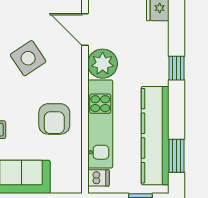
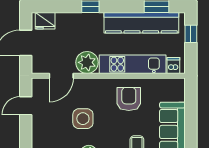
side table: (28, 58) -> (83, 119), turned 34
armchair: (54, 119) -> (129, 99), turned -90

